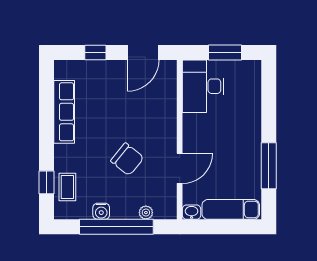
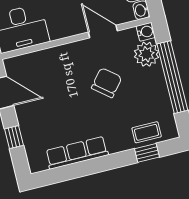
water cooler: (101, 211) -> (146, 32), moved
plant: (146, 213) -> (146, 54), width x1.87, depth x1.87

